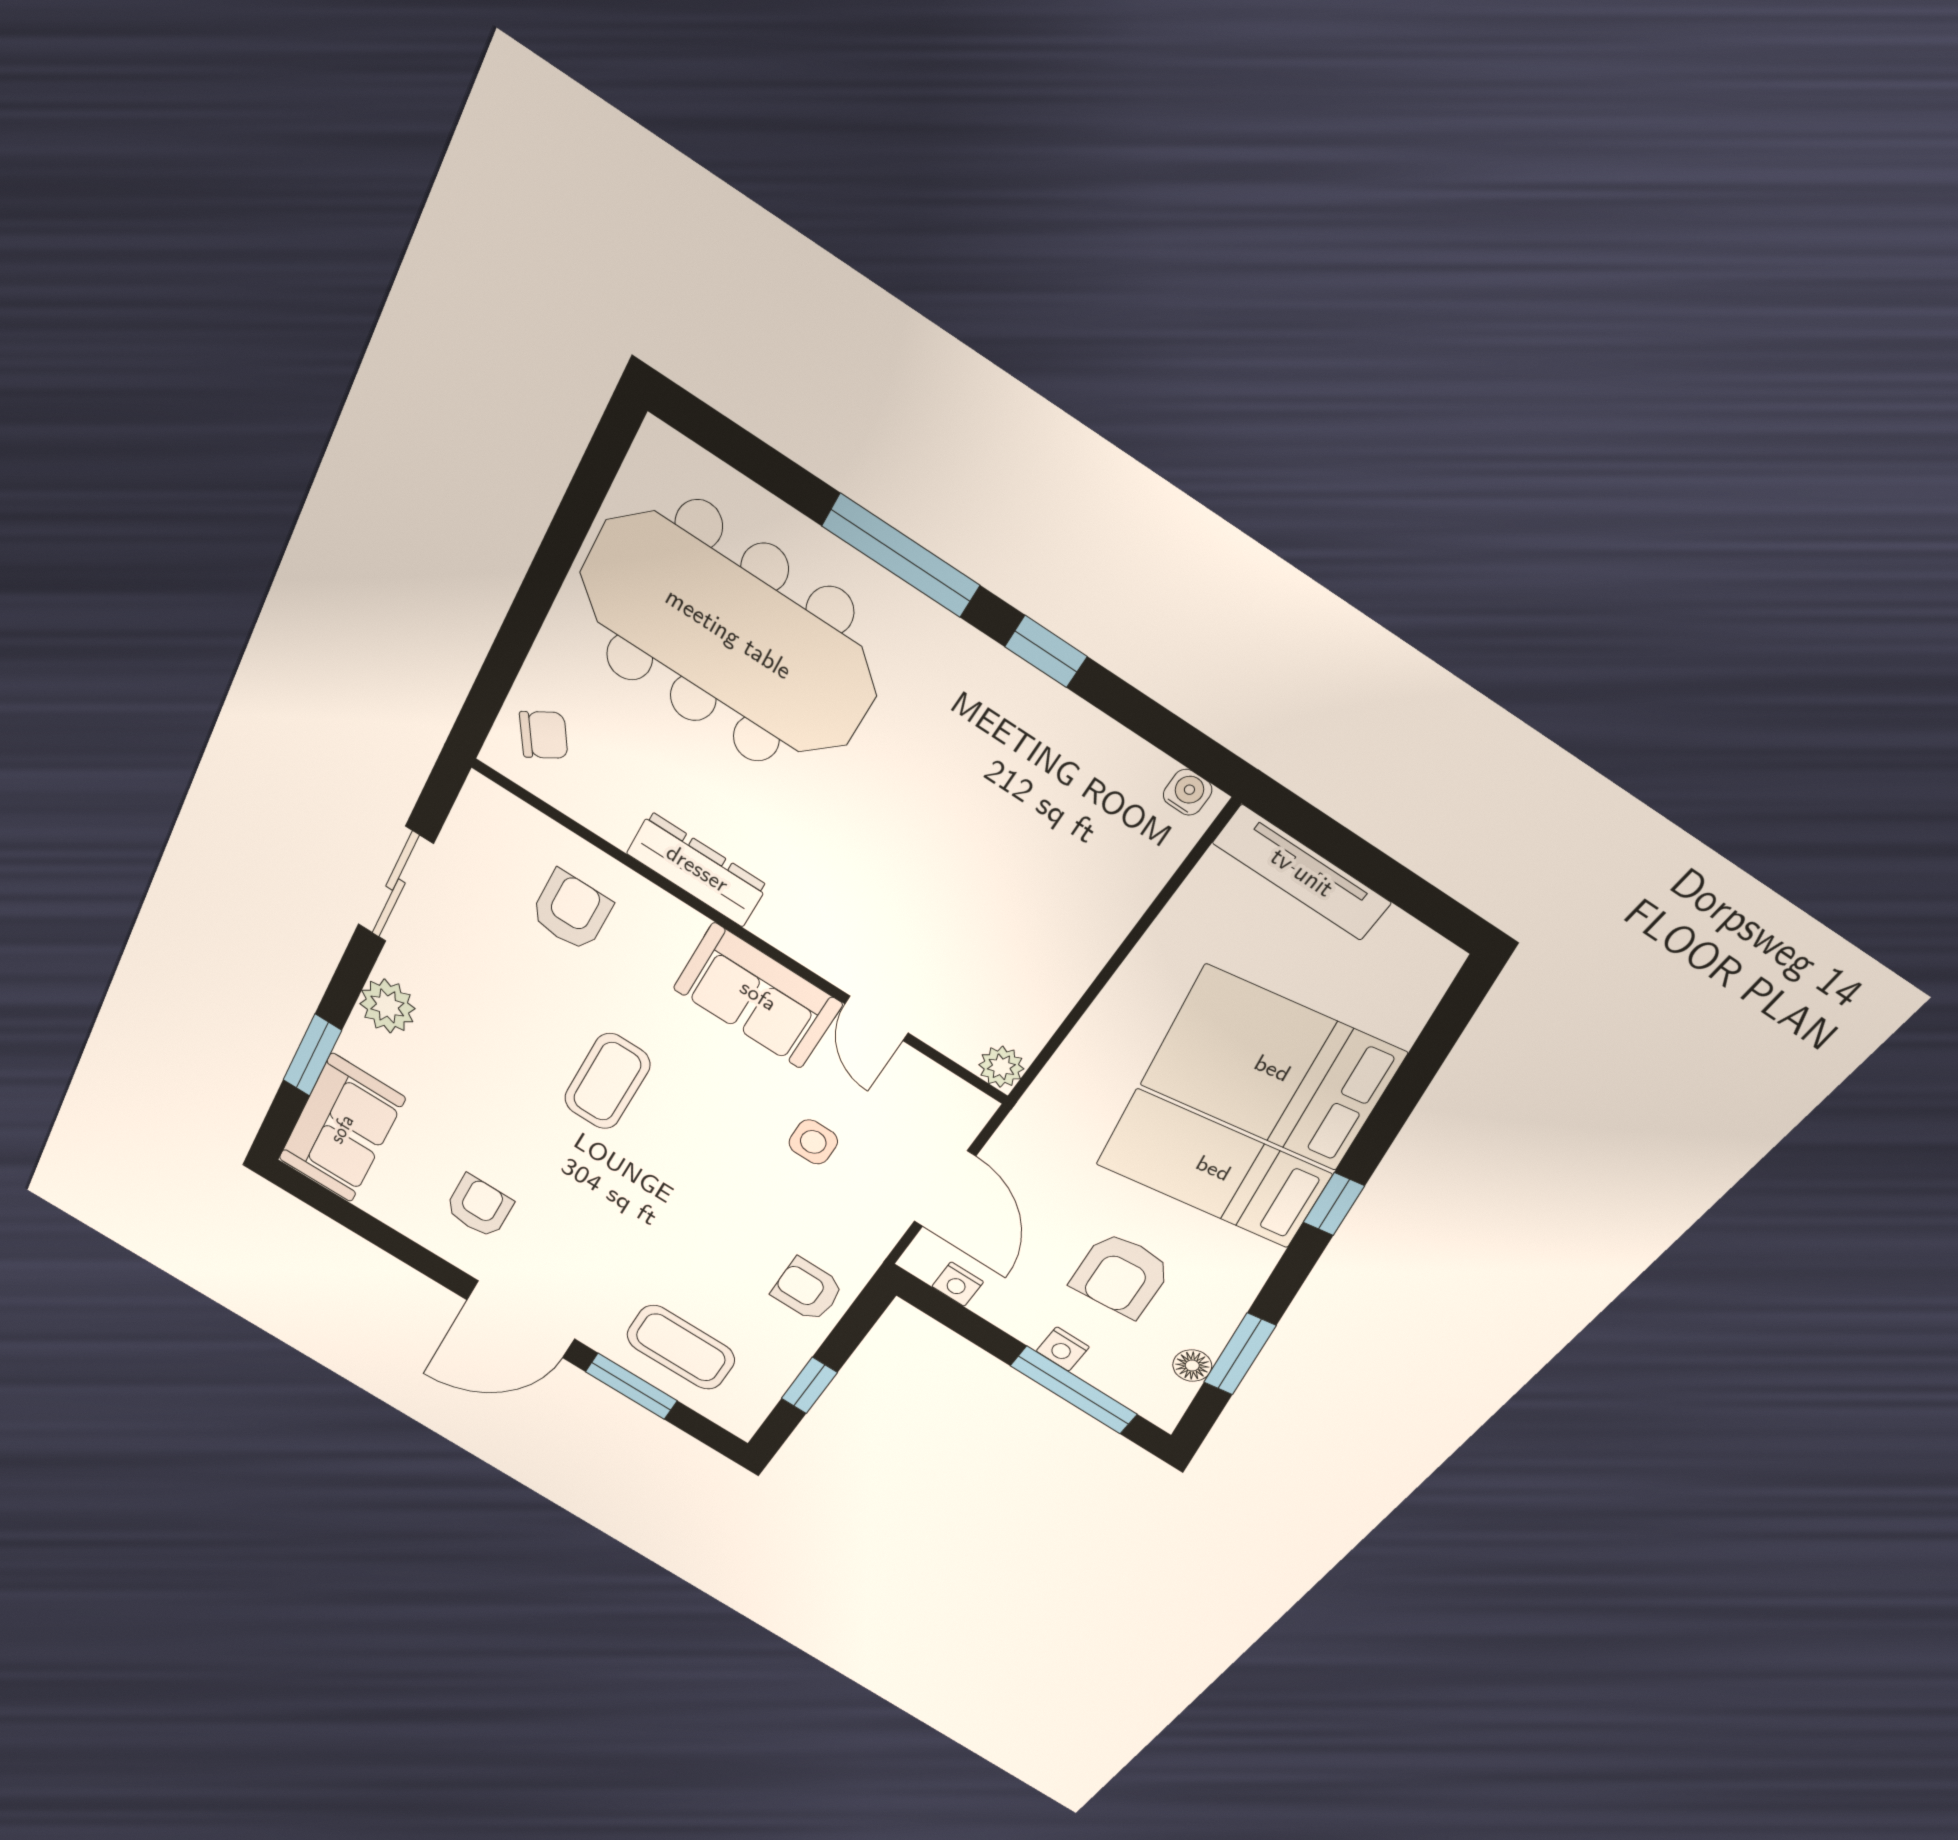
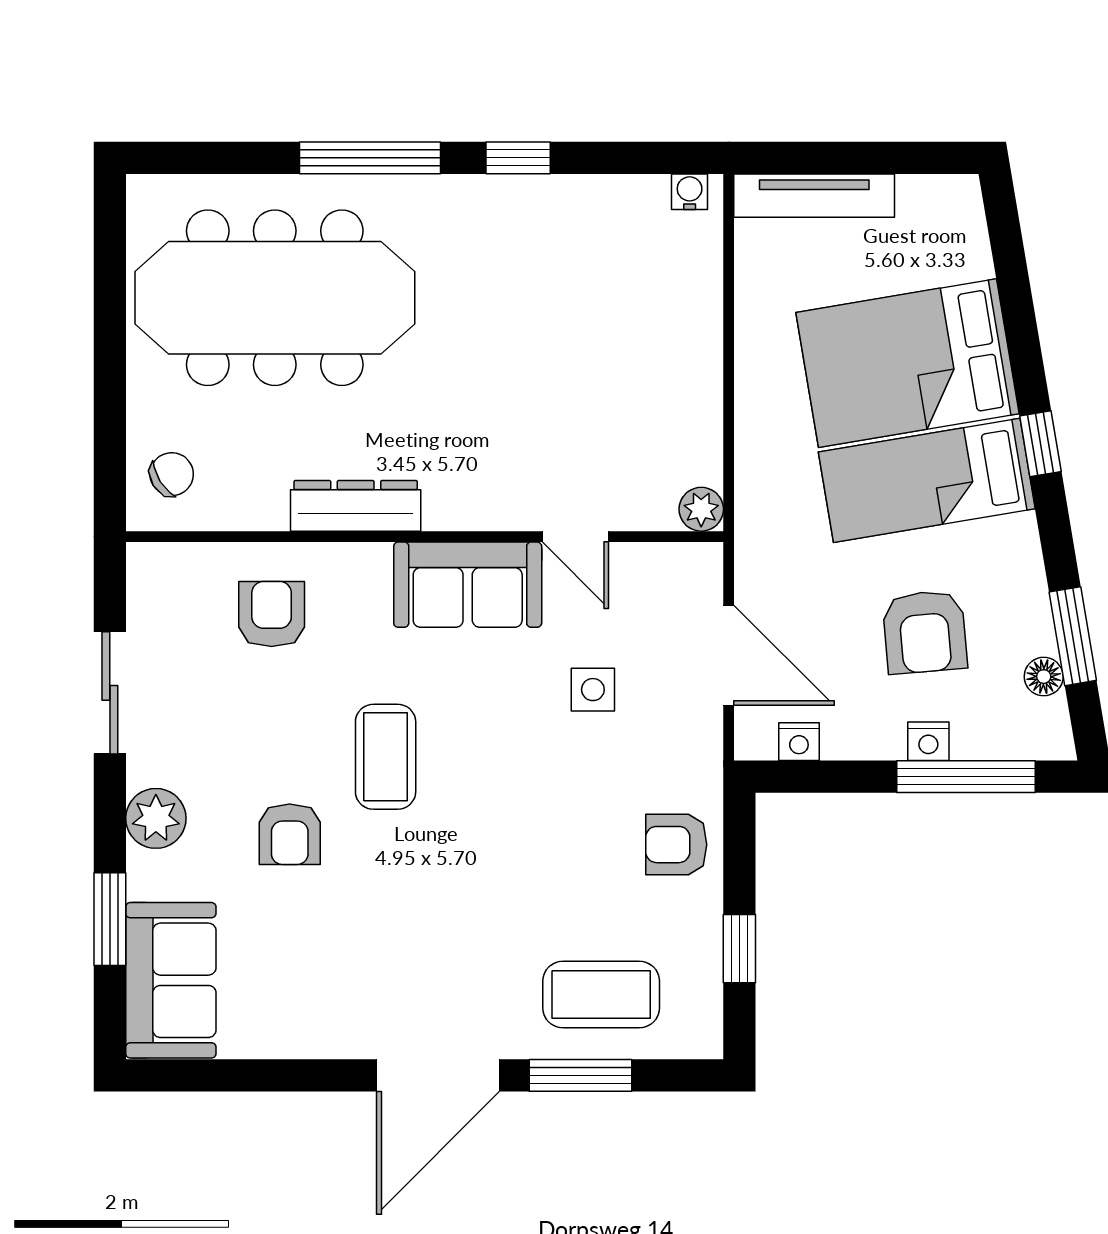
armchair: (479, 1207) -> (290, 834), moved, turned 180

